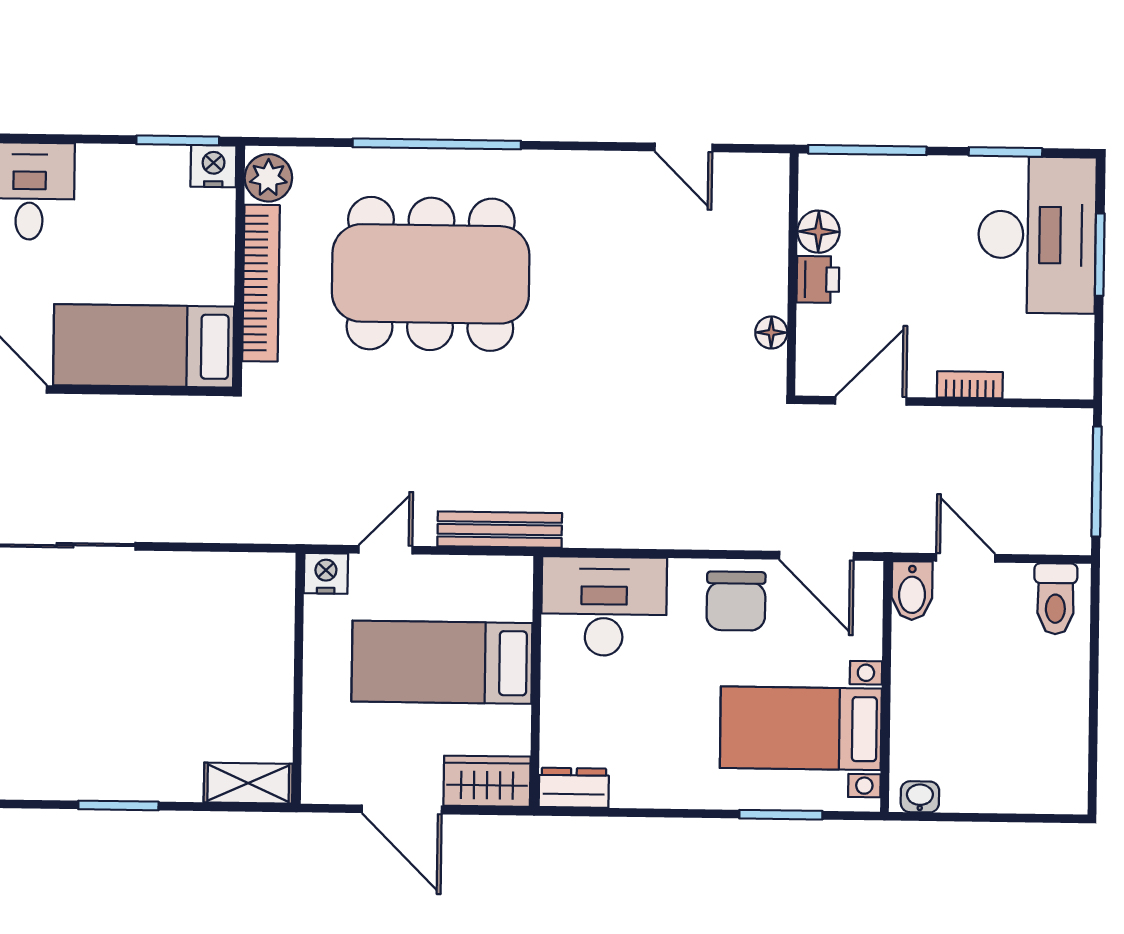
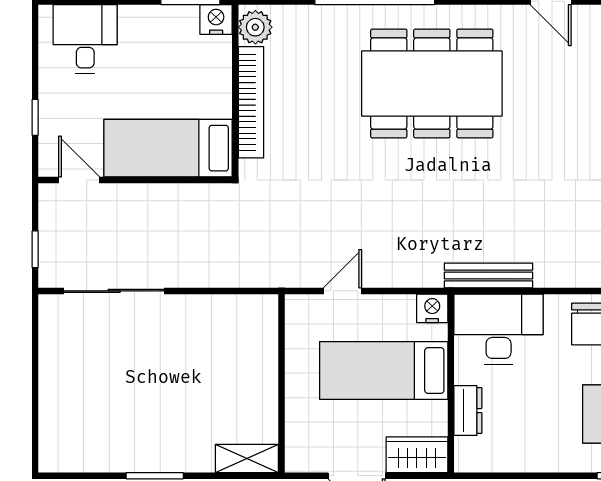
dining table: (431, 274) -> (432, 83), moved
bench: (500, 530) -> (489, 275), moved
nightstand: (326, 573) -> (432, 308), moved
dresser: (574, 788) -> (468, 411), moved, turned 90

